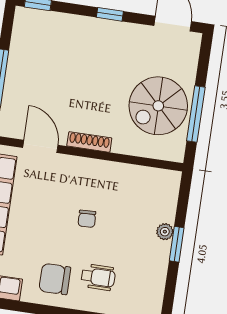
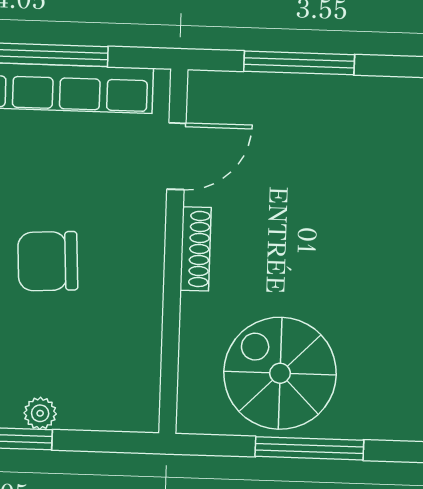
window: (196, 114) -> (309, 448), moved
chair: (87, 219) -> (48, 261), width x1.87, depth x1.87

